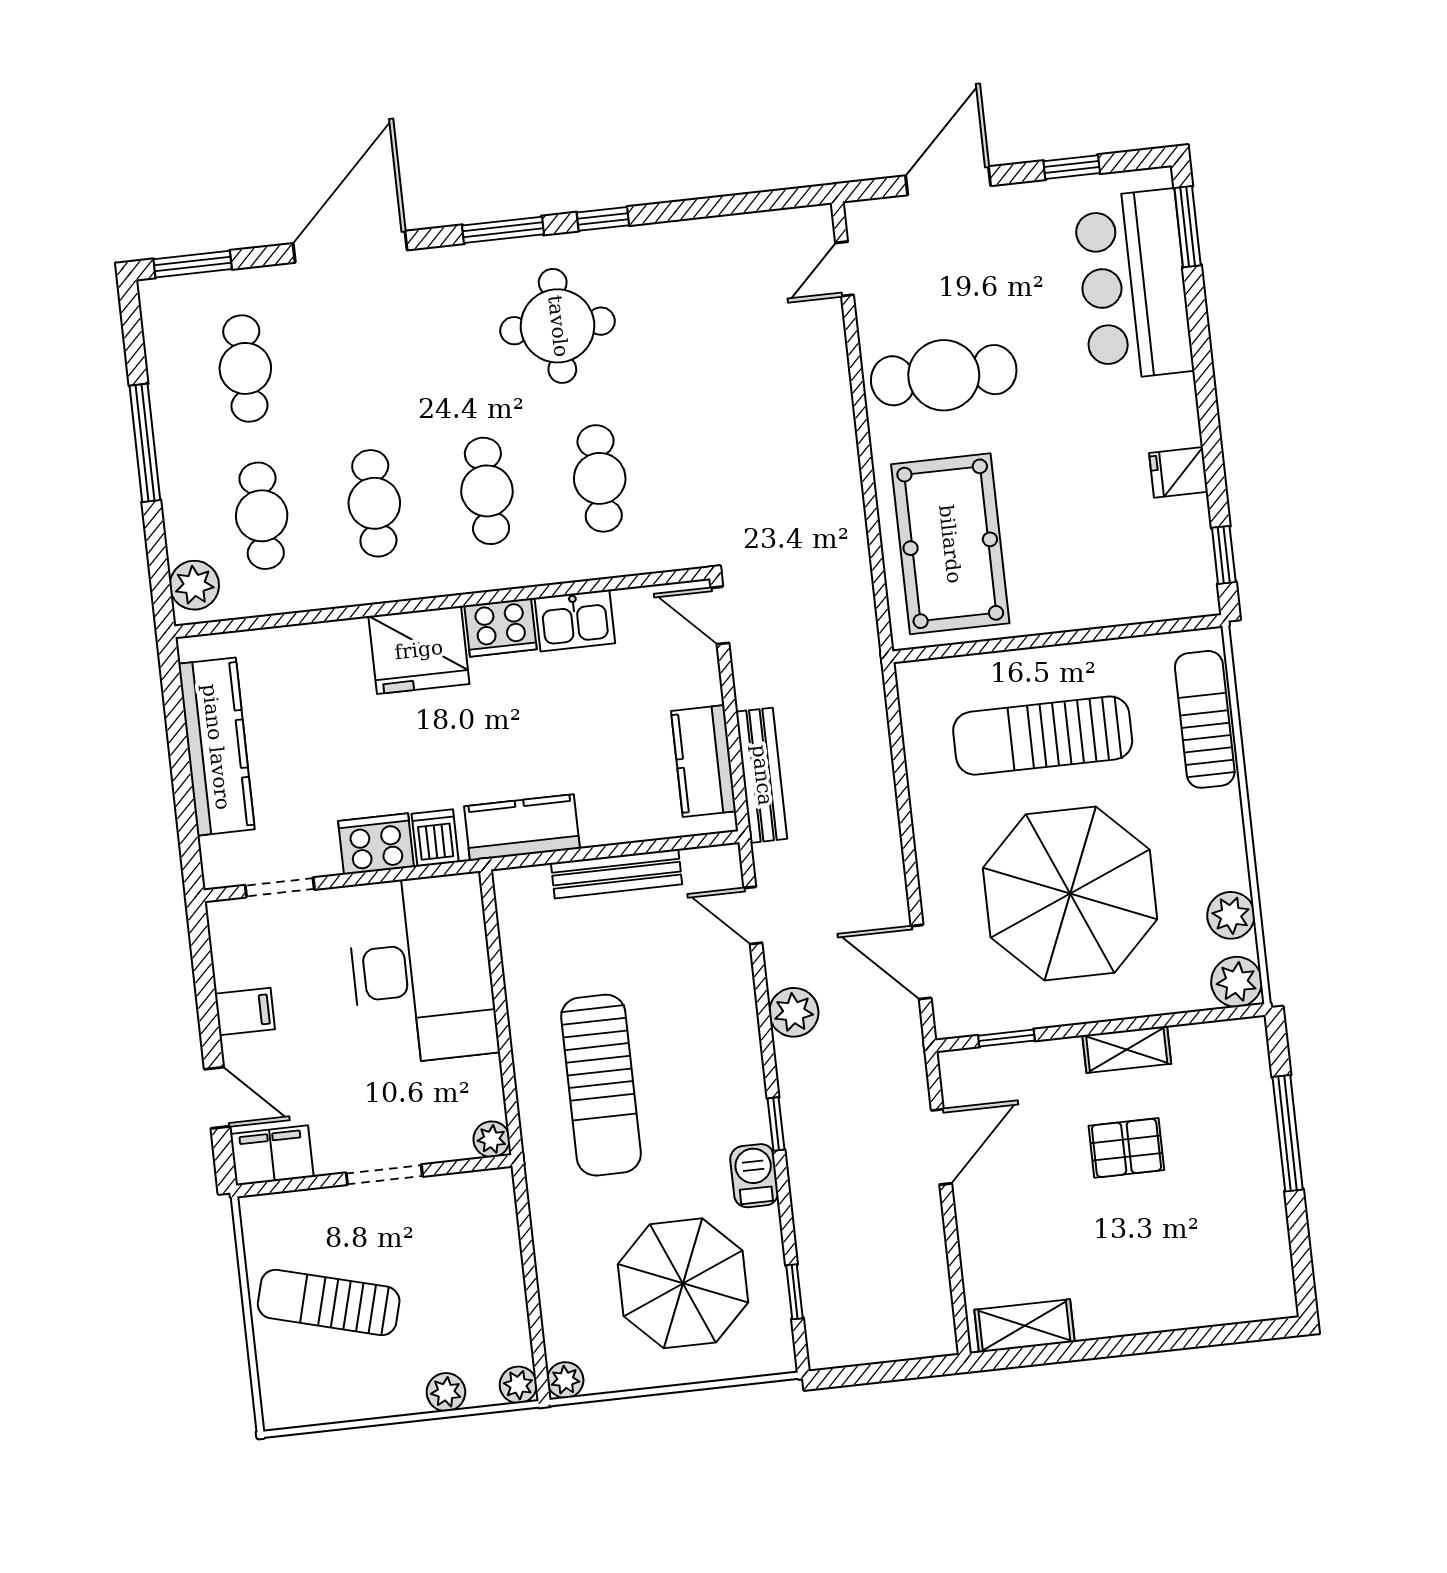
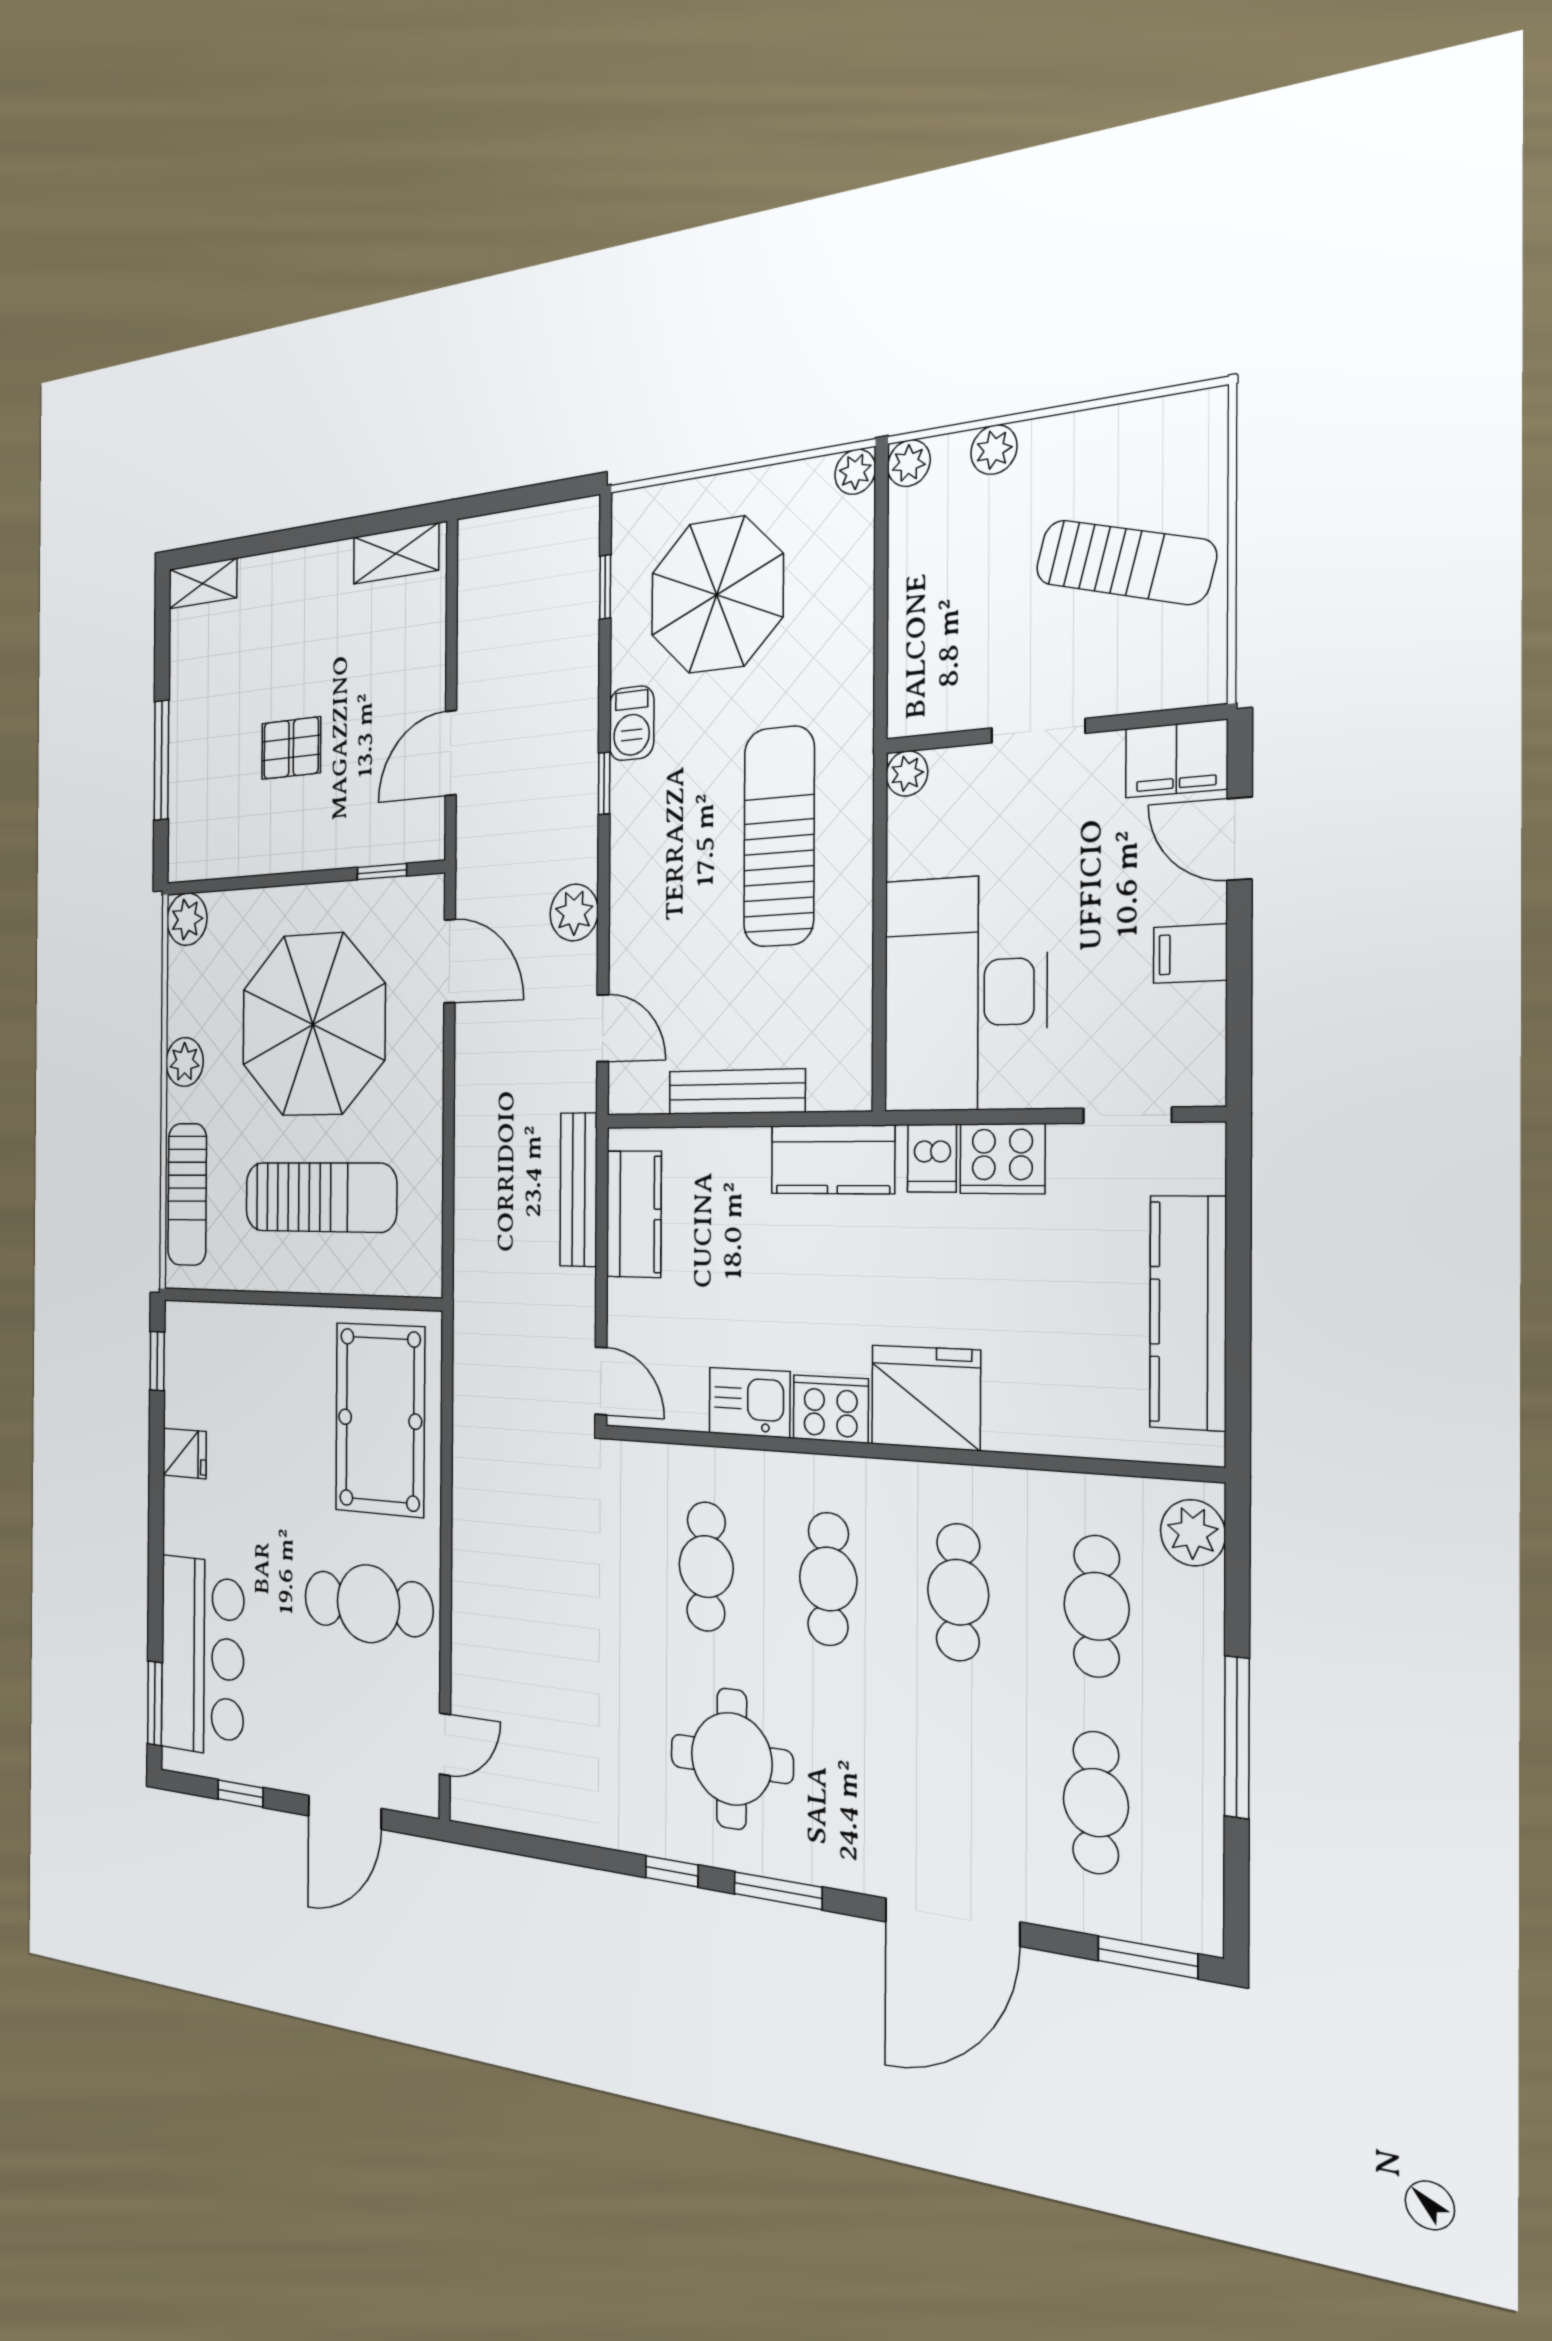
plant: (1231, 915) -> (185, 1062), moved
shelving: (1127, 1049) -> (203, 584), moved

